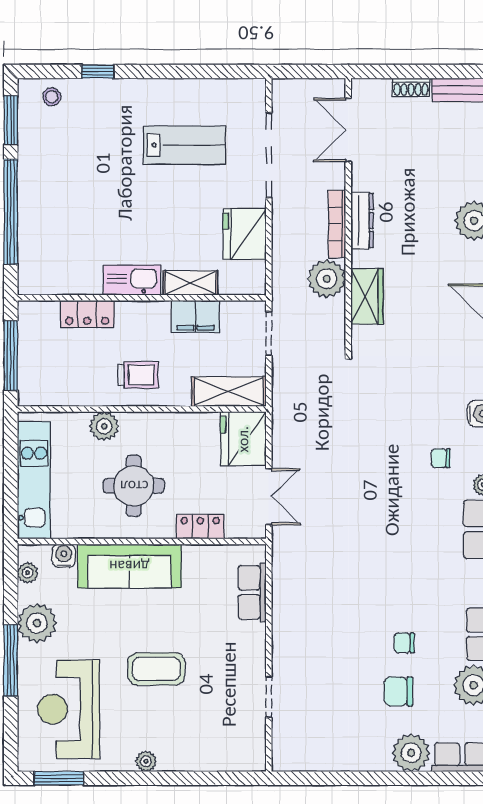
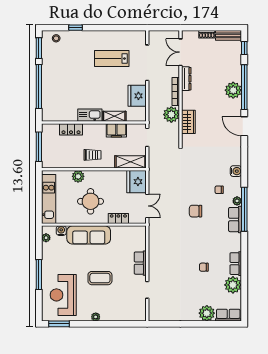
lab bench: (184, 145) -> (112, 59), turned 180
dresser: (362, 221) -> (186, 79), moved
row of seats: (252, 592) -> (140, 263), moved
plant: (37, 623) -> (50, 259), removed
chair: (398, 691) -> (196, 211), moved

